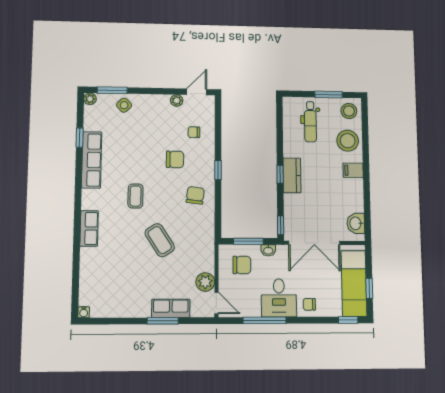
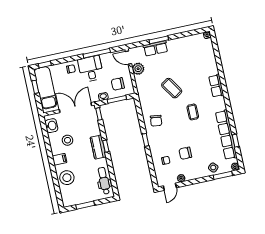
stool: (349, 111) -> (67, 140), moved
dental chair: (310, 122) -> (104, 181), moved
chair: (175, 159) -> (185, 153), moved
row of seats: (92, 160) -> (226, 135), width x1.36

